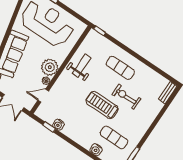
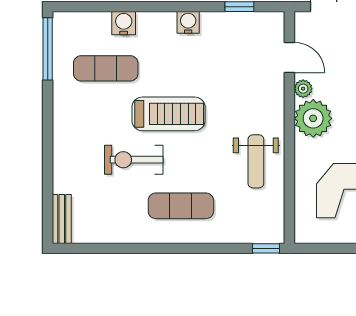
door: (43, 96) -> (289, 57), hinge flipped
exercise bike: (126, 97) -> (134, 160), turned 180
water cooler: (58, 125) -> (188, 22), moved

